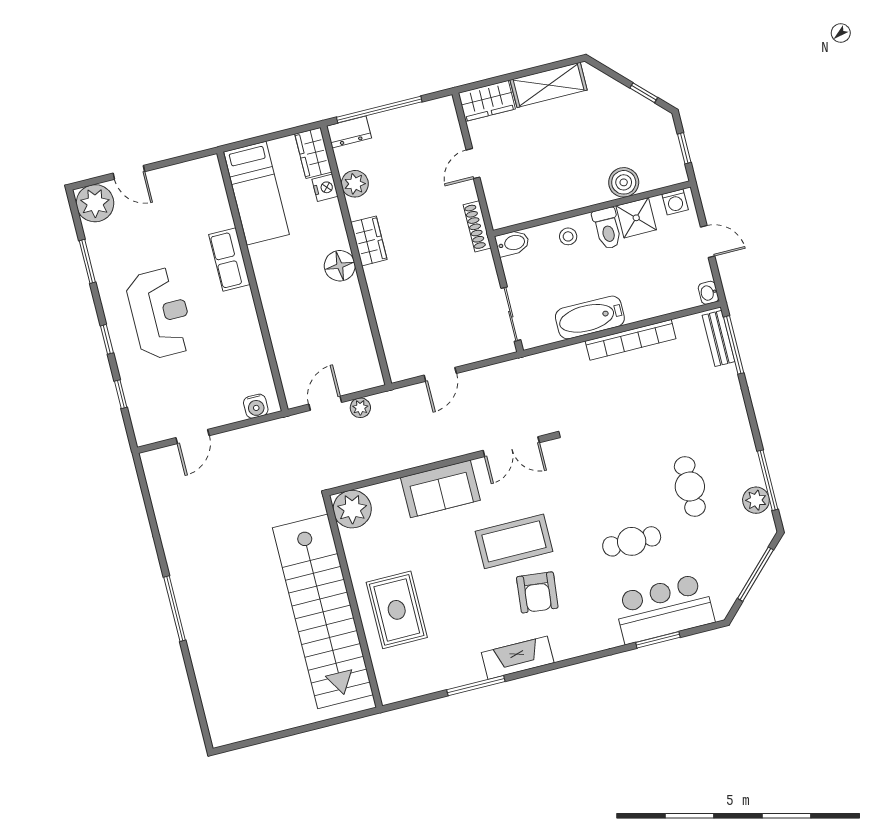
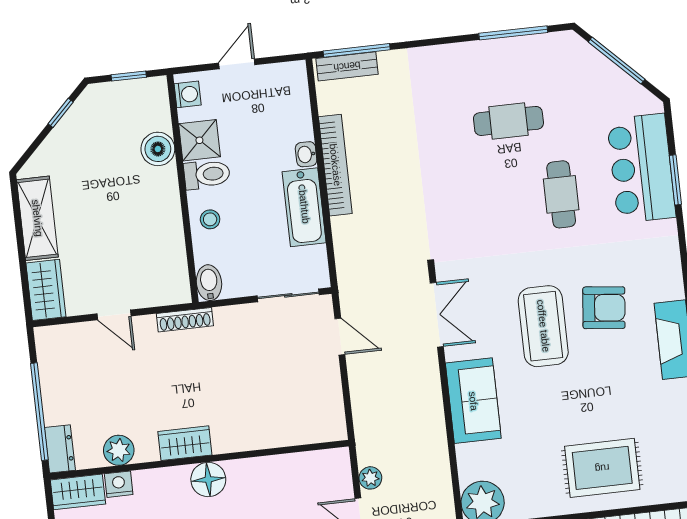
washbasin: (708, 293) -> (306, 154), moved, turned 90
door: (440, 374) -> (340, 337), moved
plant: (756, 500) -> (534, 49), removed

